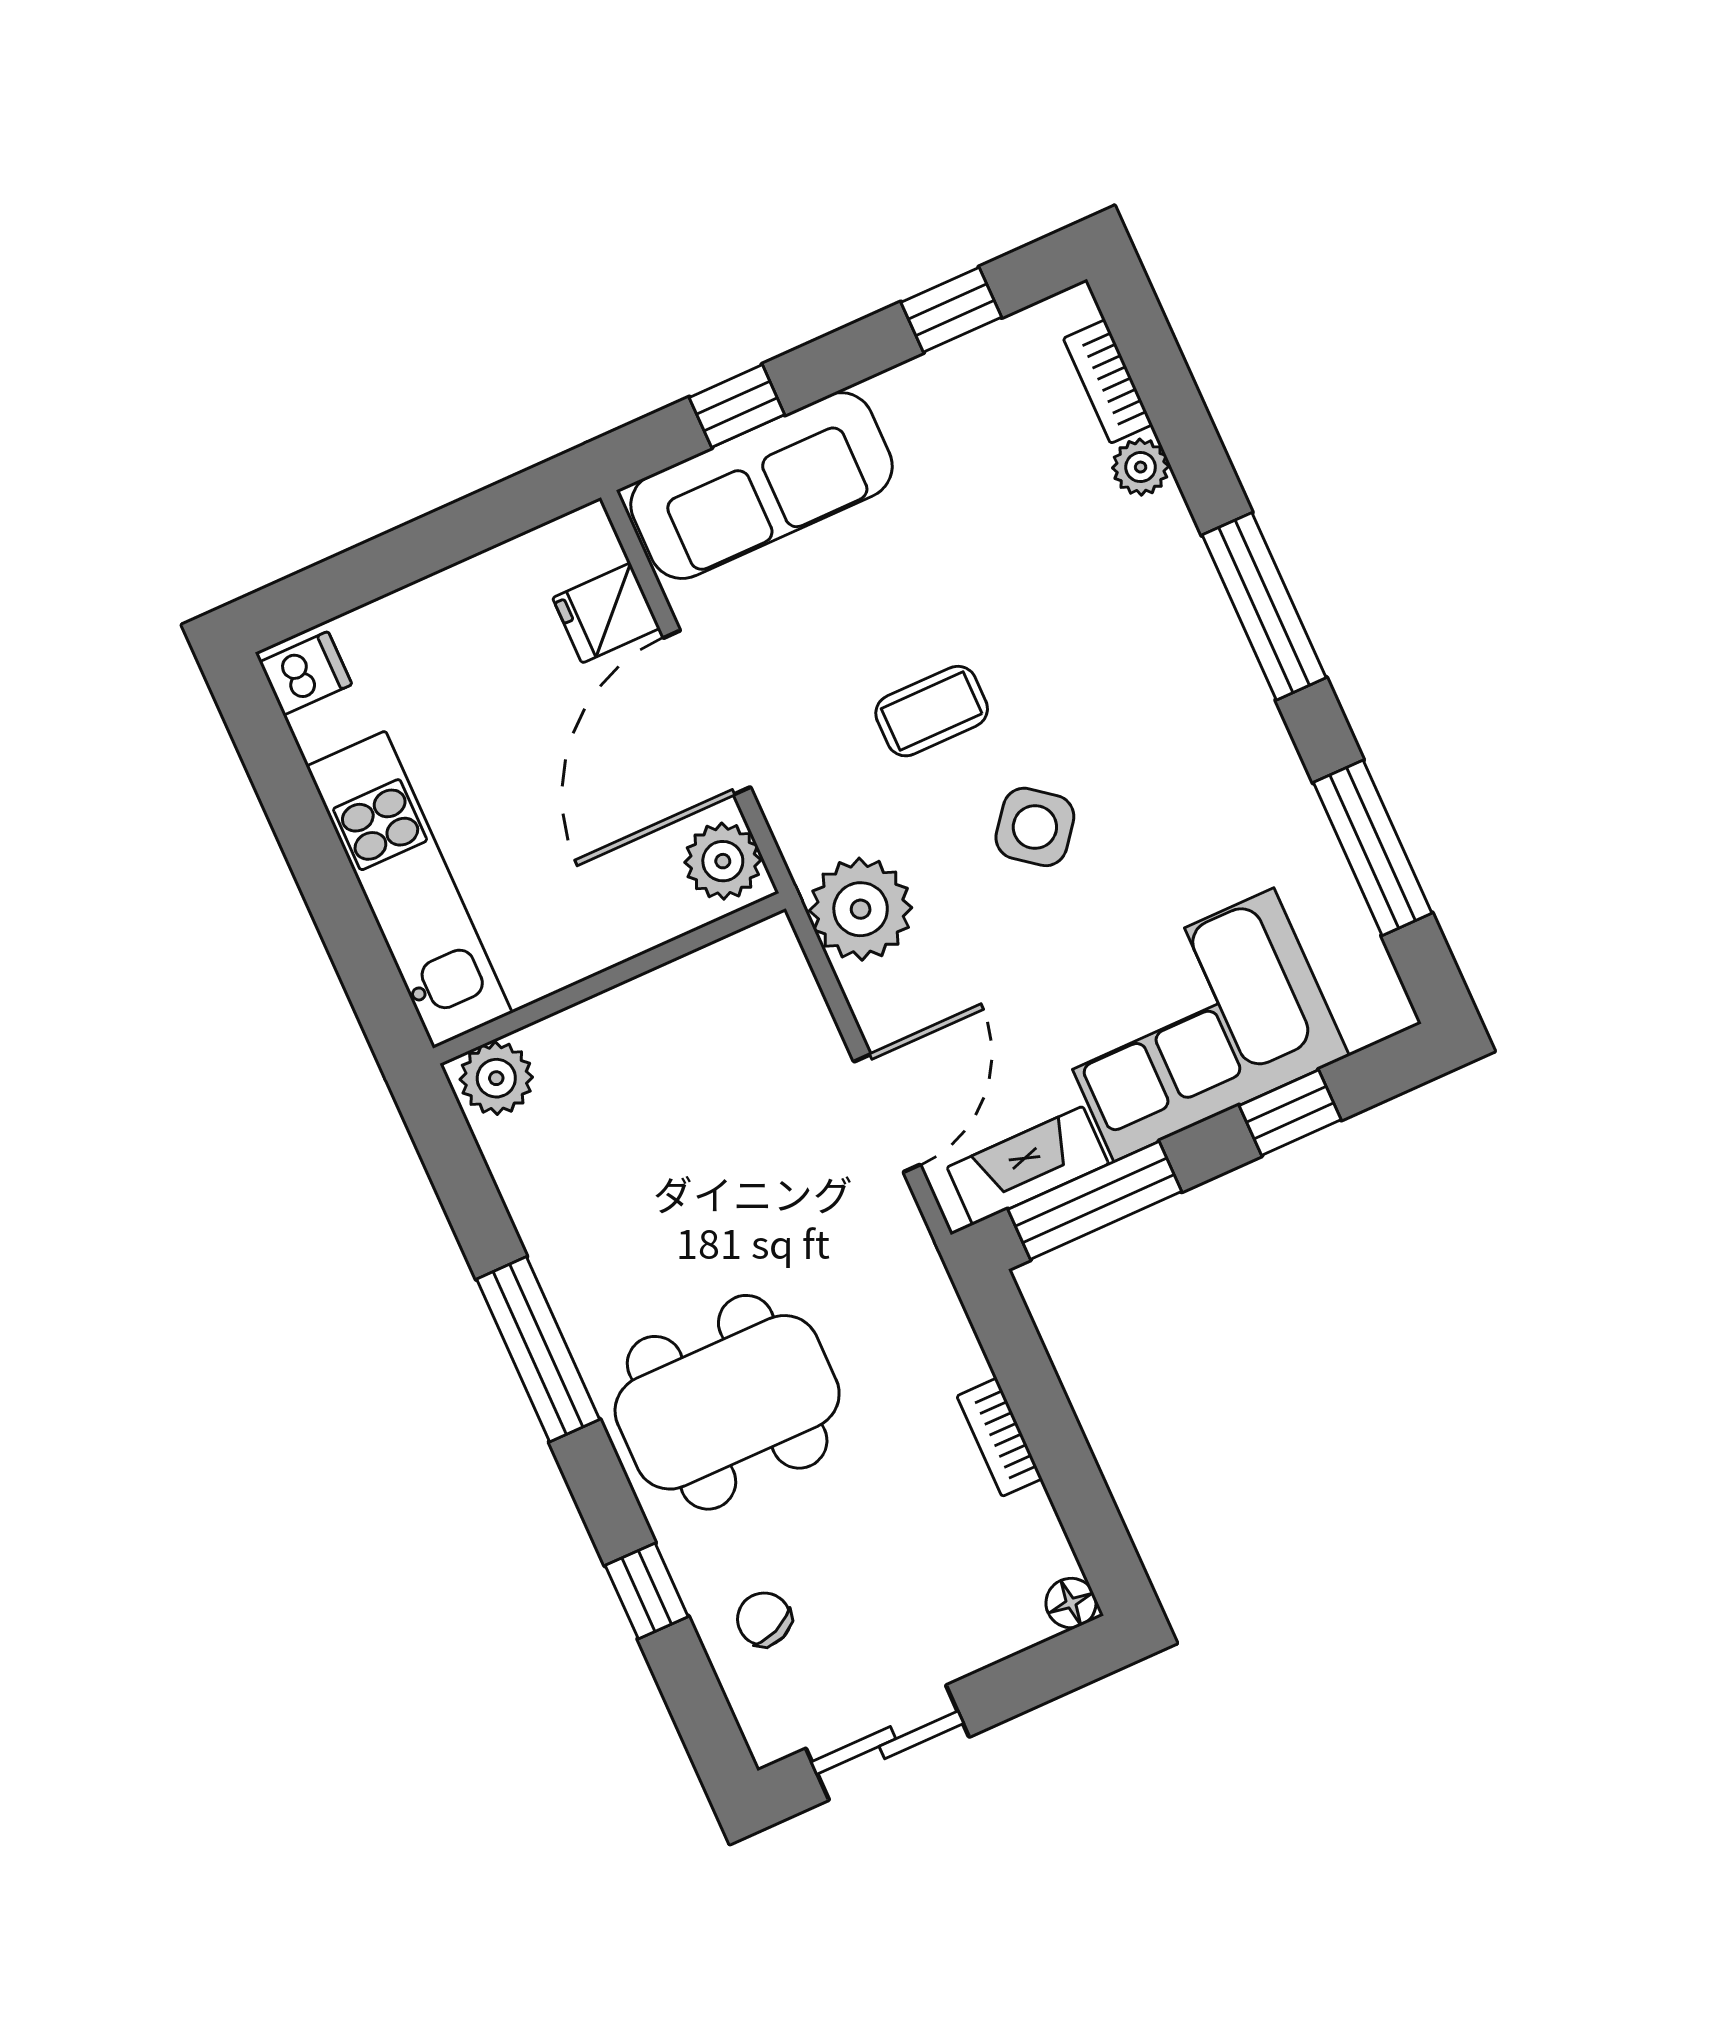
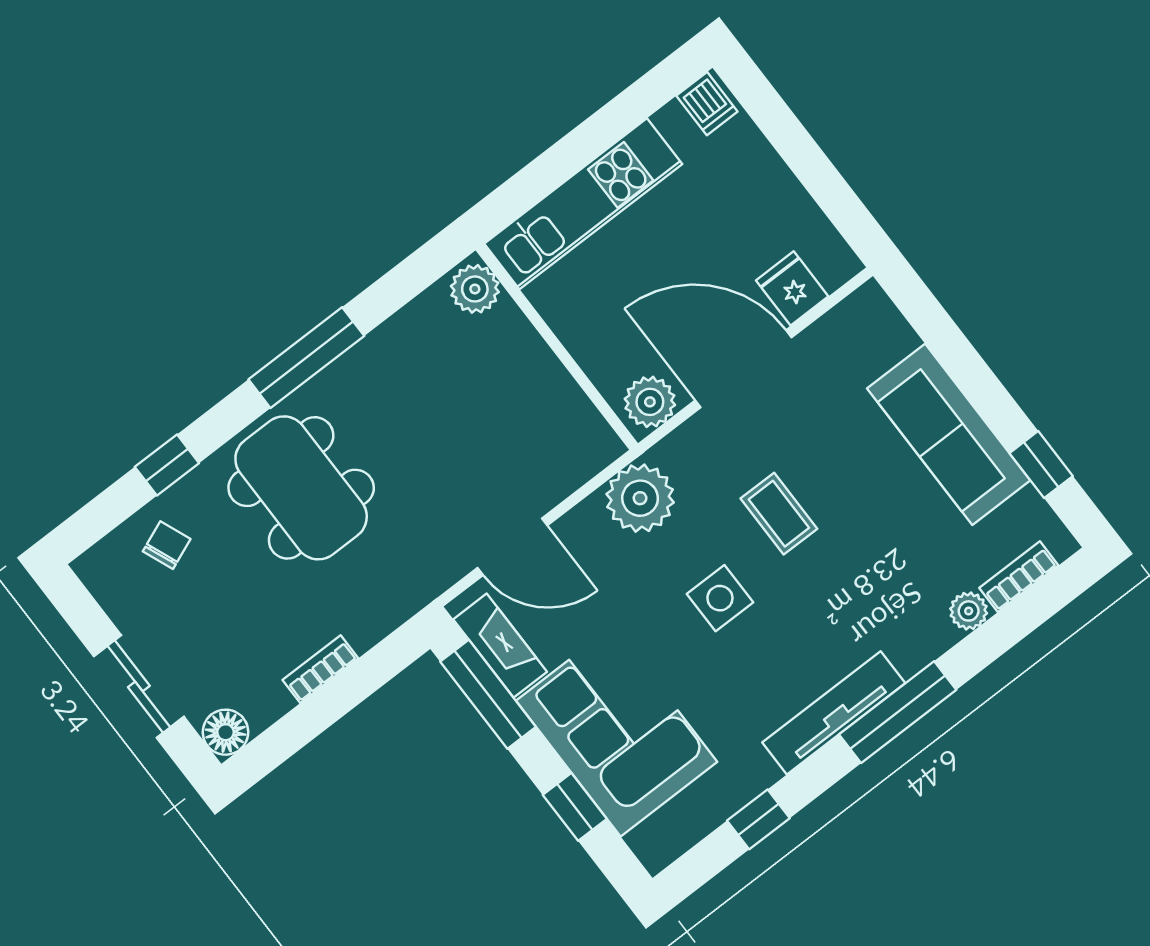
window: (737, 406) -> (946, 341), removed
sofa: (761, 486) -> (949, 434), moved
tv unit: (1243, 700) -> (834, 713), added
side table: (1035, 827) -> (720, 598), turned -38
window: (1373, 848) -> (758, 819), width x0.46
floor lamp: (1071, 1603) -> (226, 732), width x1.37, depth x1.37
sliding door: (887, 1743) -> (139, 686), moved

